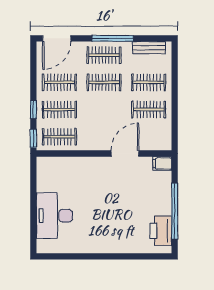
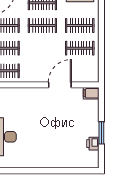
window: (175, 211) -> (101, 133), width x0.47
printer: (161, 231) -> (93, 144), width x0.53, depth x0.68

